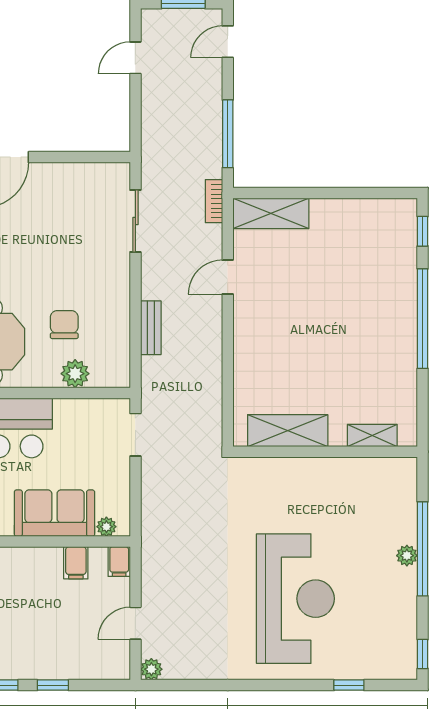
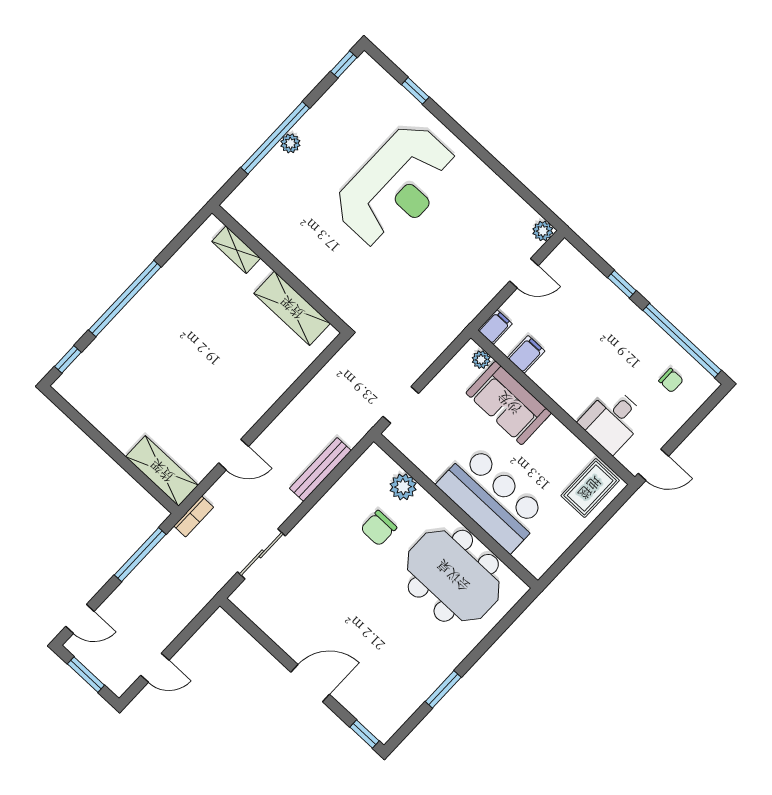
bench: (151, 328) -> (320, 469), width x1.36
reception desk: (295, 599) -> (396, 186), turned 180

